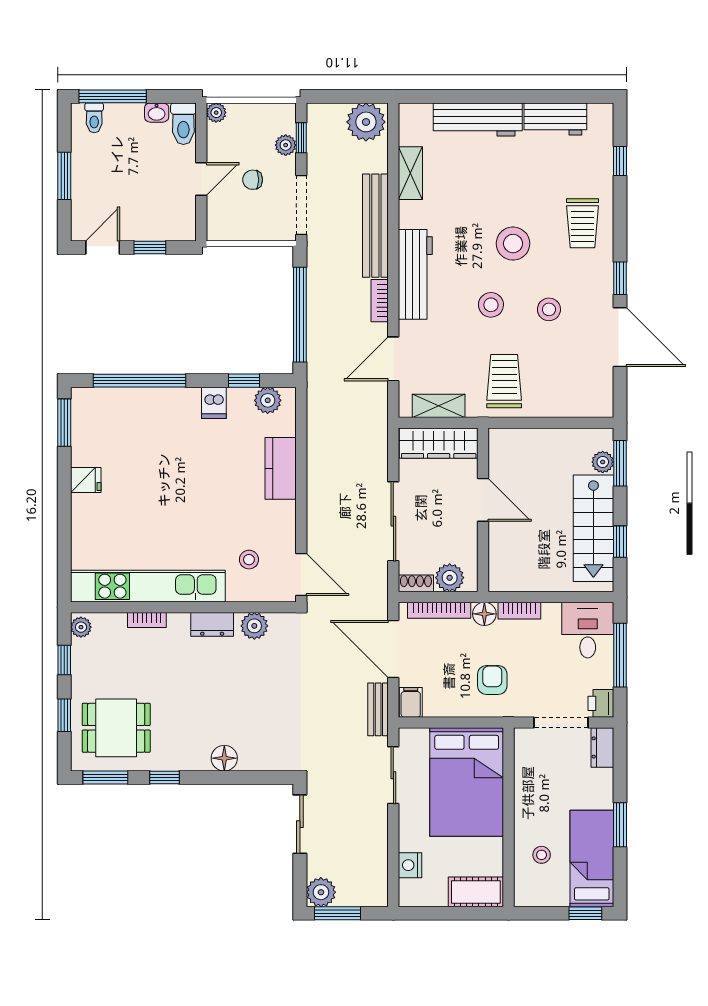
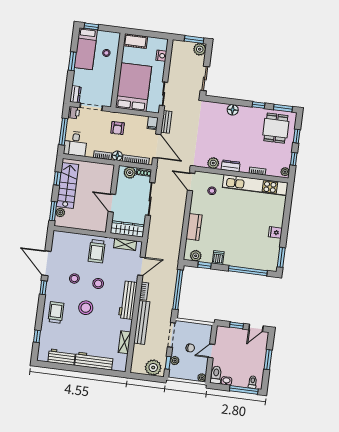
plant: (366, 122) -> (153, 368), moved
dining table: (116, 728) -> (276, 128), turned 90

